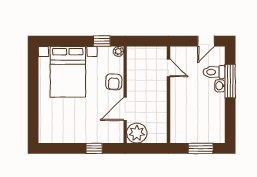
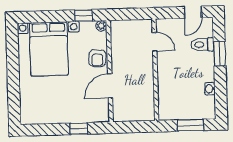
window: (230, 81) -> (220, 54), width x0.69
washbasin: (220, 86) -> (210, 89), moved
plant: (137, 133) -> (123, 111), removed

